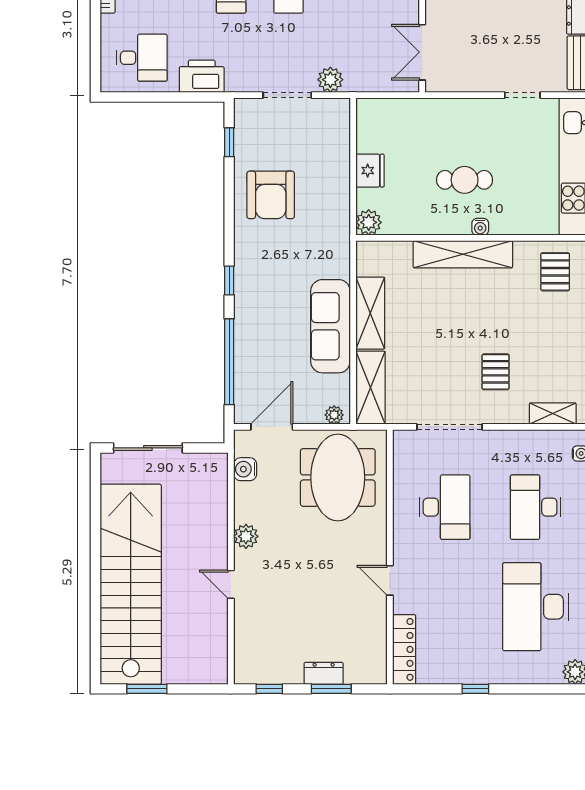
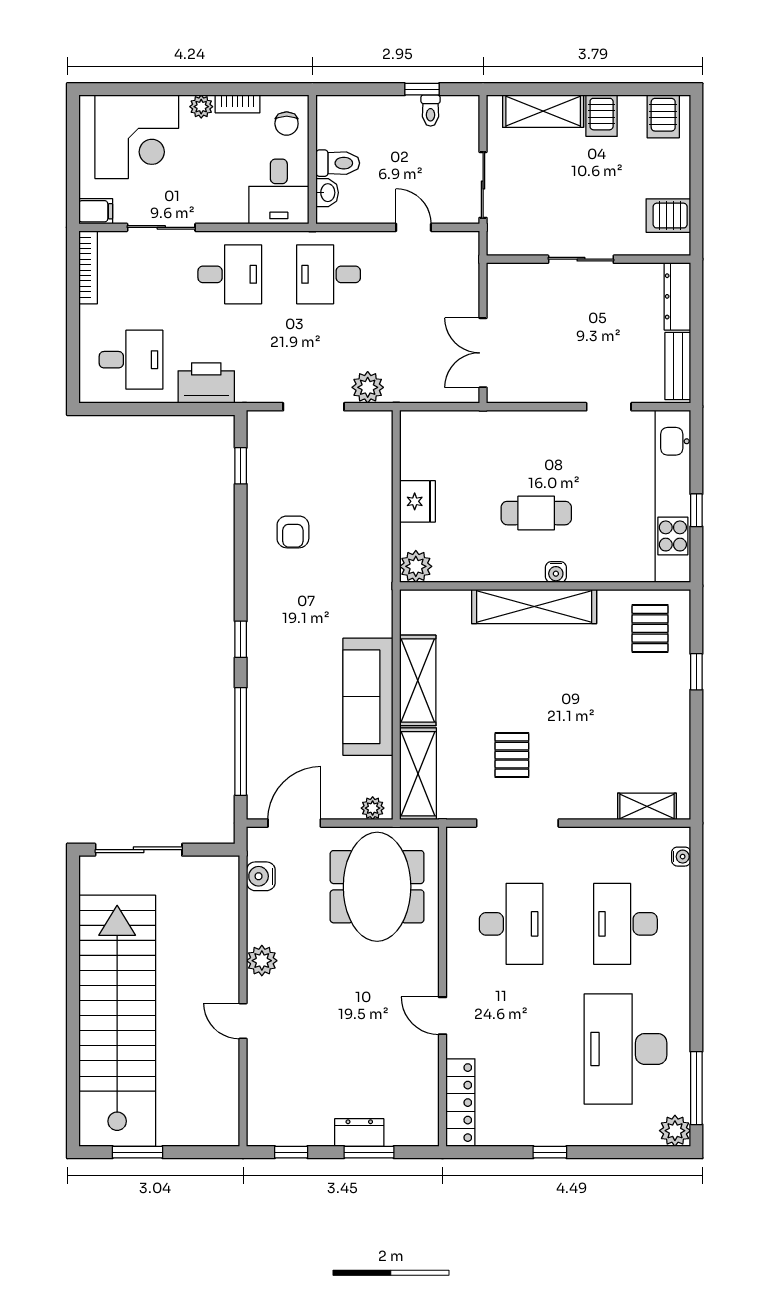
armchair: (271, 195) -> (293, 532), width x0.53, depth x0.53
pallet: (496, 372) -> (512, 755), moved

